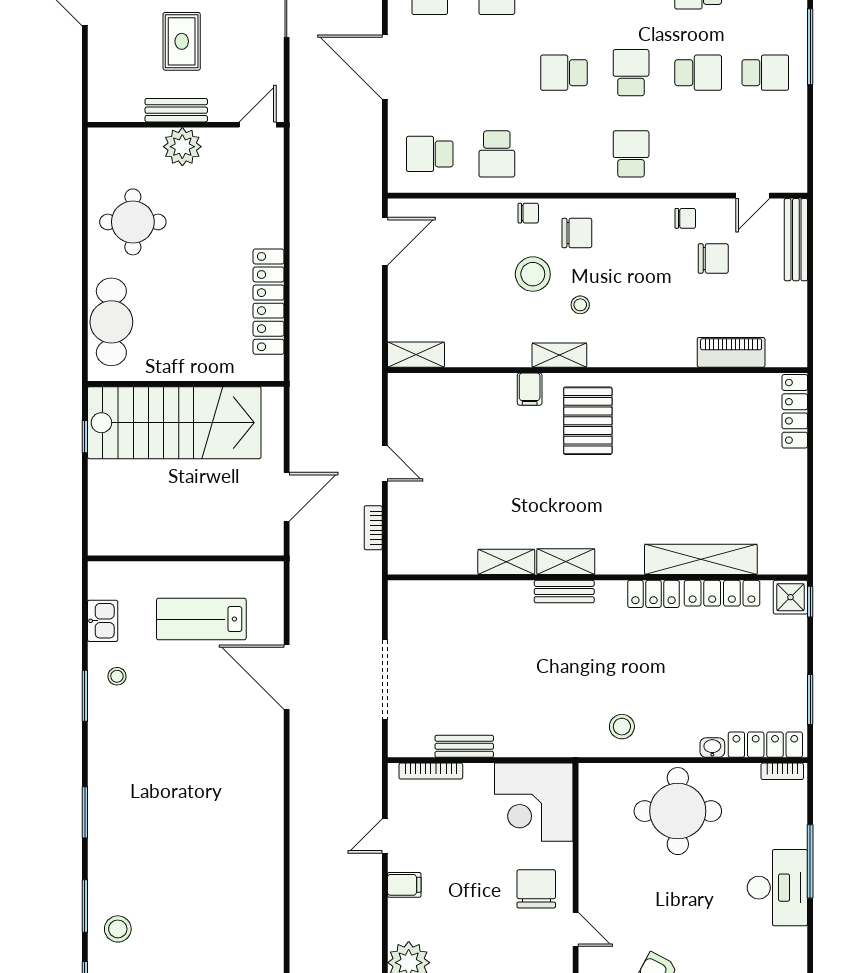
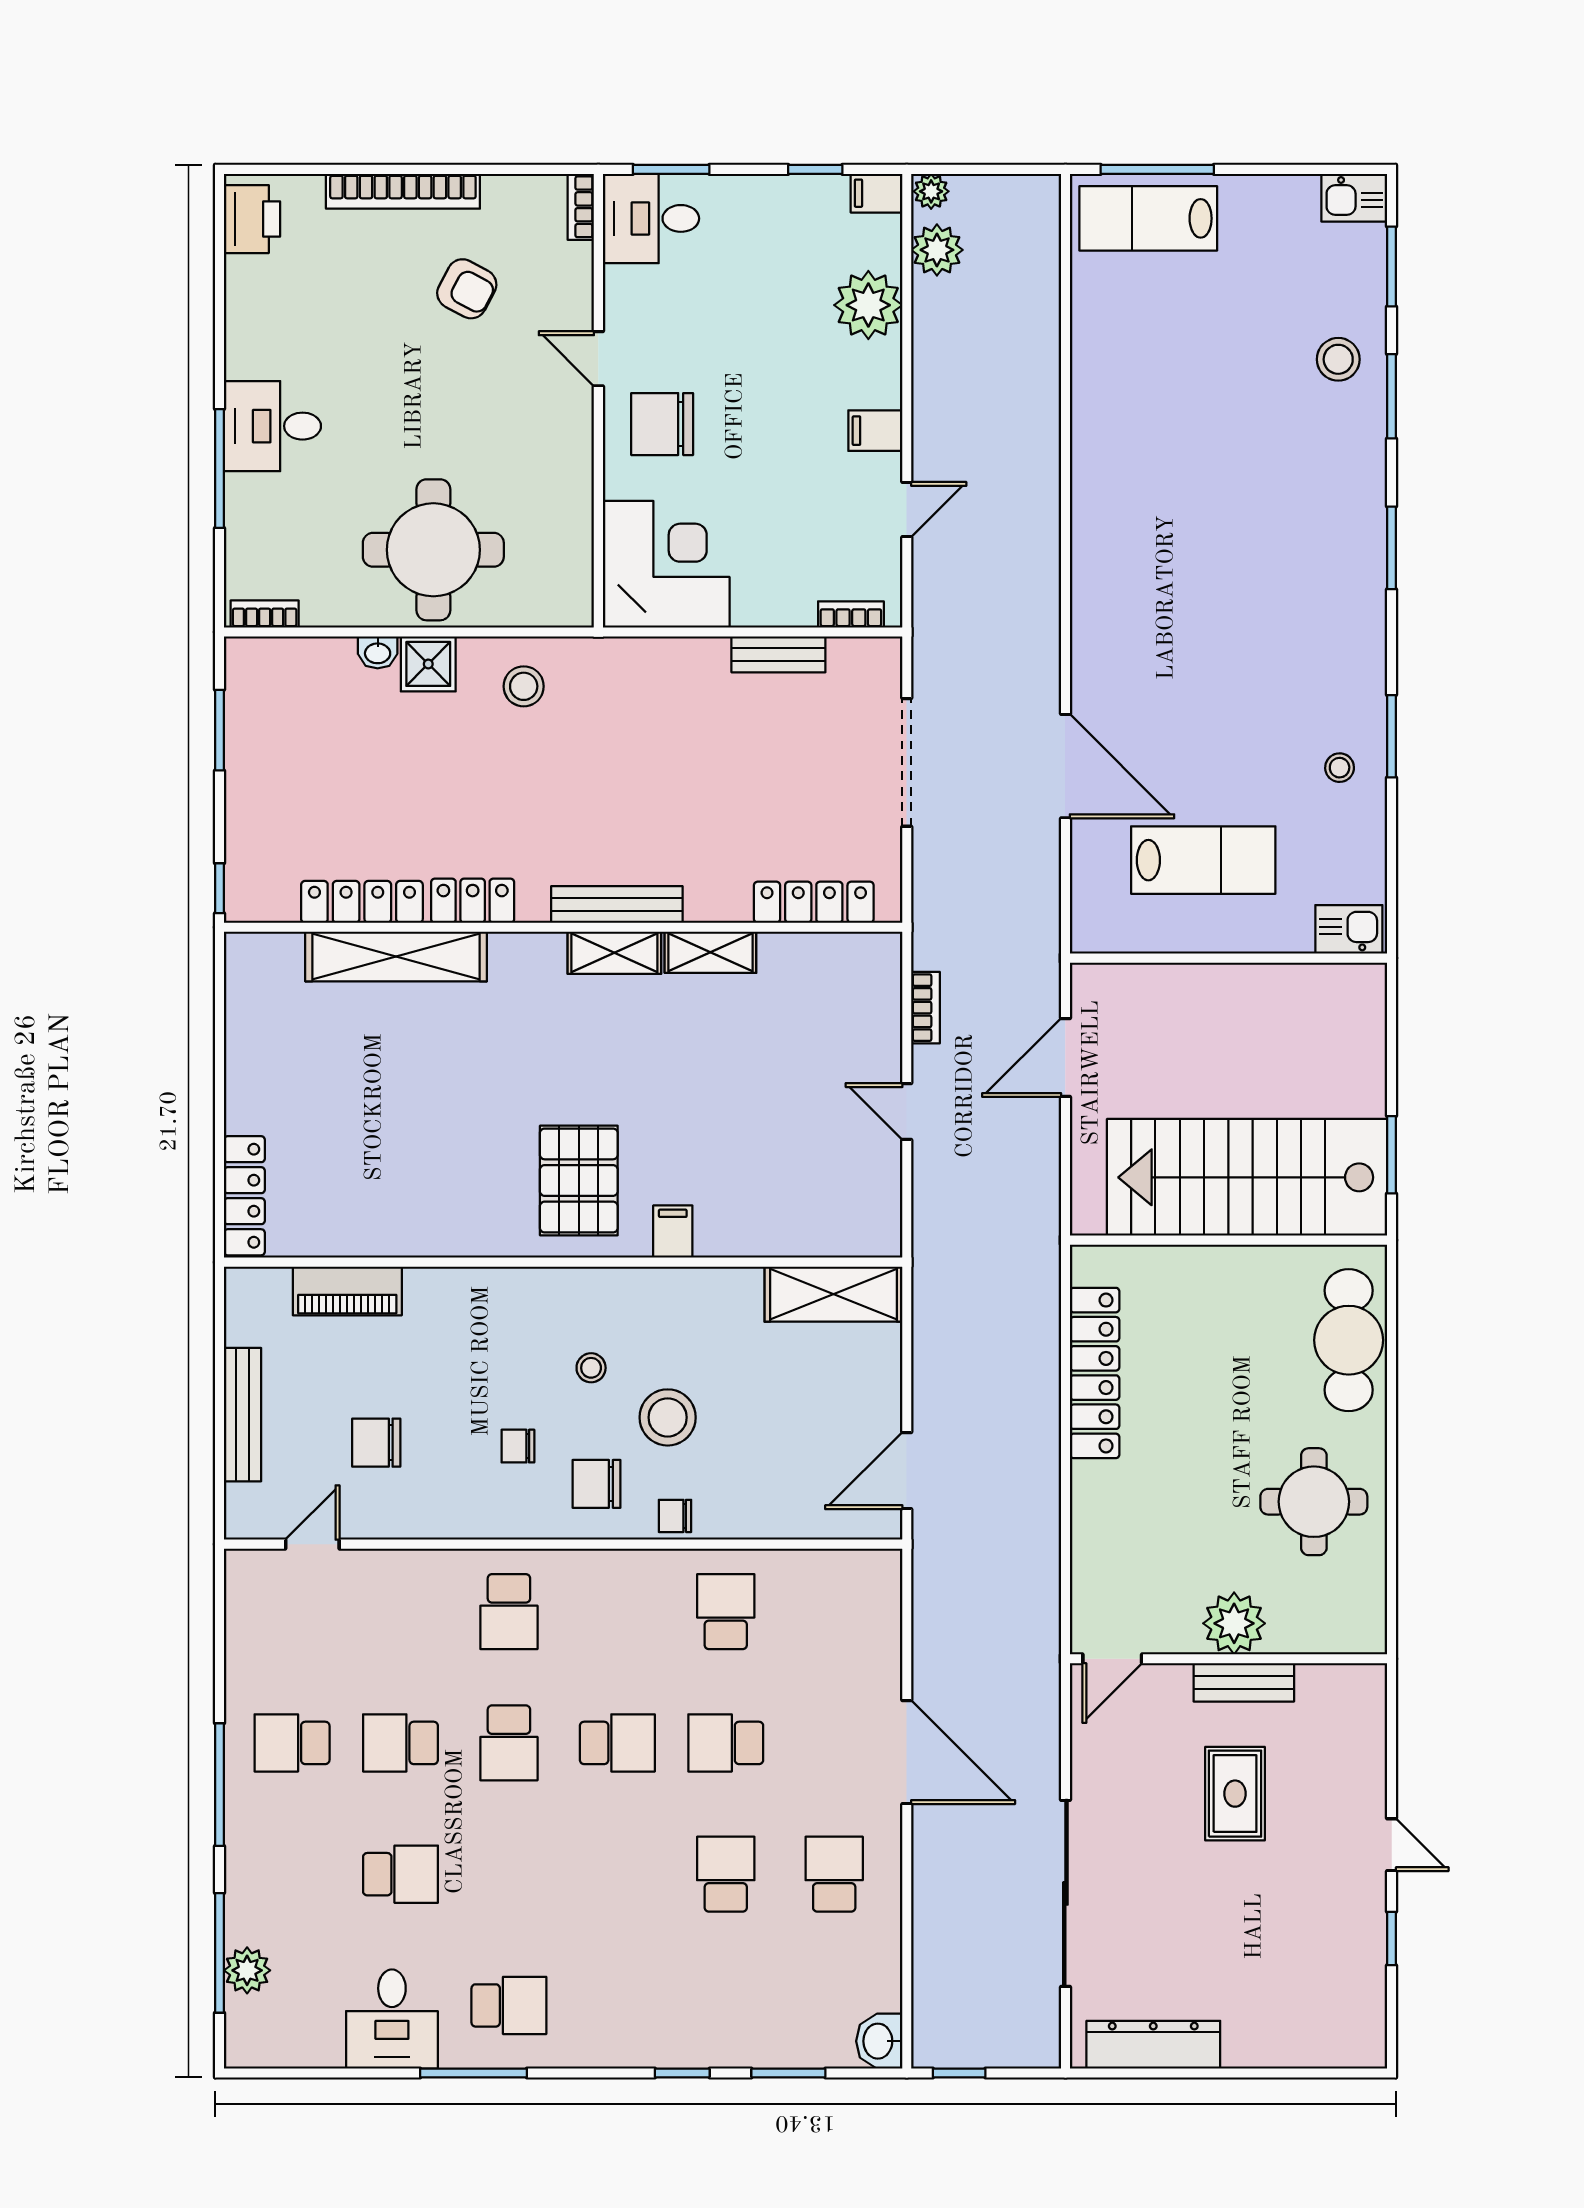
school desk: (430, 154) -> (726, 1743), moved, turned 180
chair: (685, 218) -> (518, 1446), moved
bench: (796, 240) -> (242, 1415), moved
shelving: (416, 355) -> (833, 1294), width x1.50, depth x1.33
shelving: (559, 355) -> (625, 1286), removed
window: (85, 437) -> (1392, 1155), width x1.50
bench: (564, 592) -> (617, 904), width x1.36
shower: (790, 597) -> (428, 664), moved
kitchen sink: (103, 621) -> (1349, 929), moved, turned 90
locker: (765, 745) -> (814, 902), moved, turned 180
bookcase: (431, 771) -> (851, 615), width x0.64
desk: (777, 888) -> (272, 426), width x0.73
chair: (536, 889) -> (662, 424), turned 90

